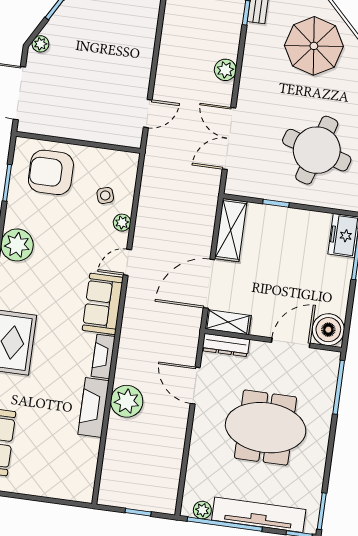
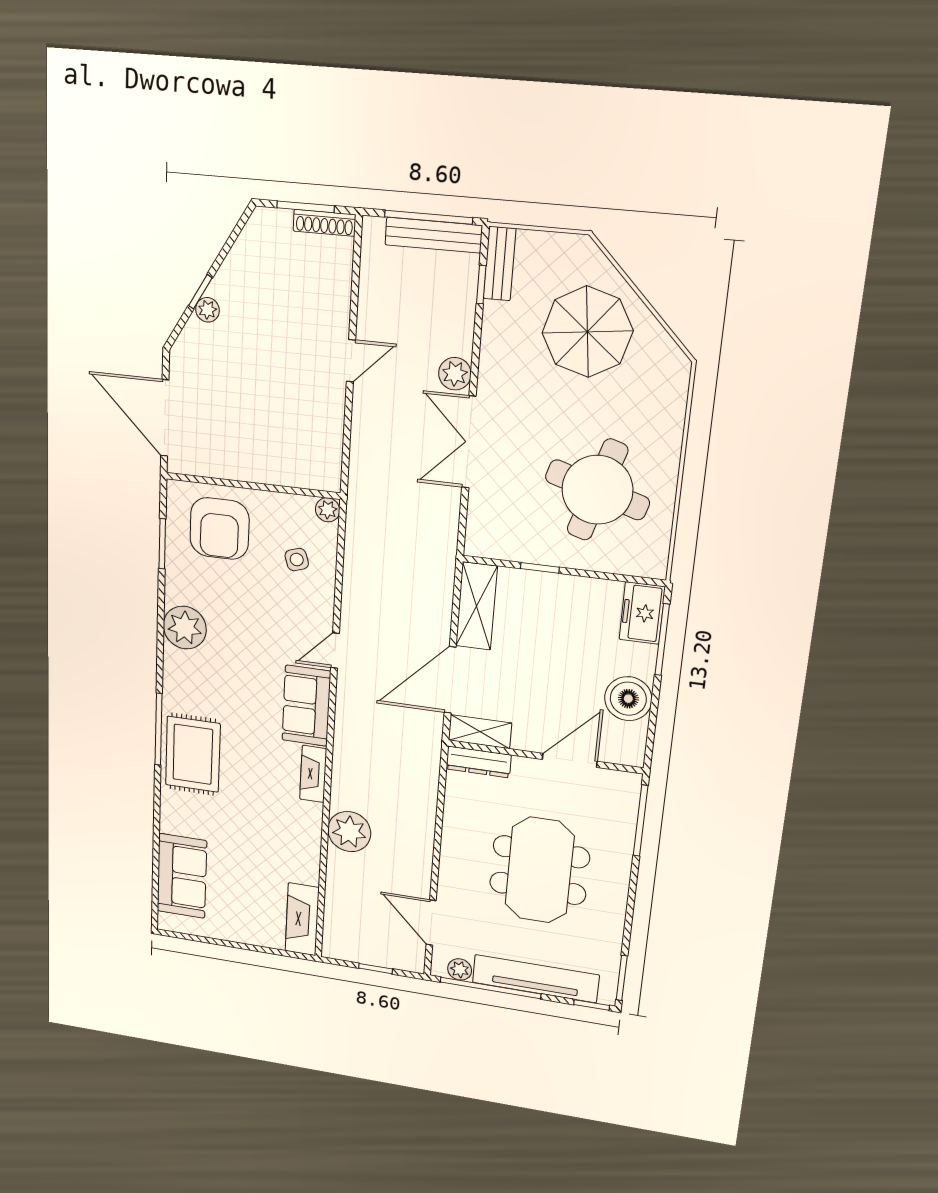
plant: (40, 44) -> (207, 310), moved
door: (148, 114) -> (351, 361), moved
double door: (229, 139) -> (469, 442), moved
armchair: (51, 172) -> (219, 529), turned -90
plant: (122, 223) -> (328, 510), moved
boiler: (328, 330) -> (628, 699), moved
door: (195, 386) -> (431, 923), moved
fireplace: (93, 407) -> (302, 919), moved
meeting table: (266, 428) -> (539, 870), turned 90

